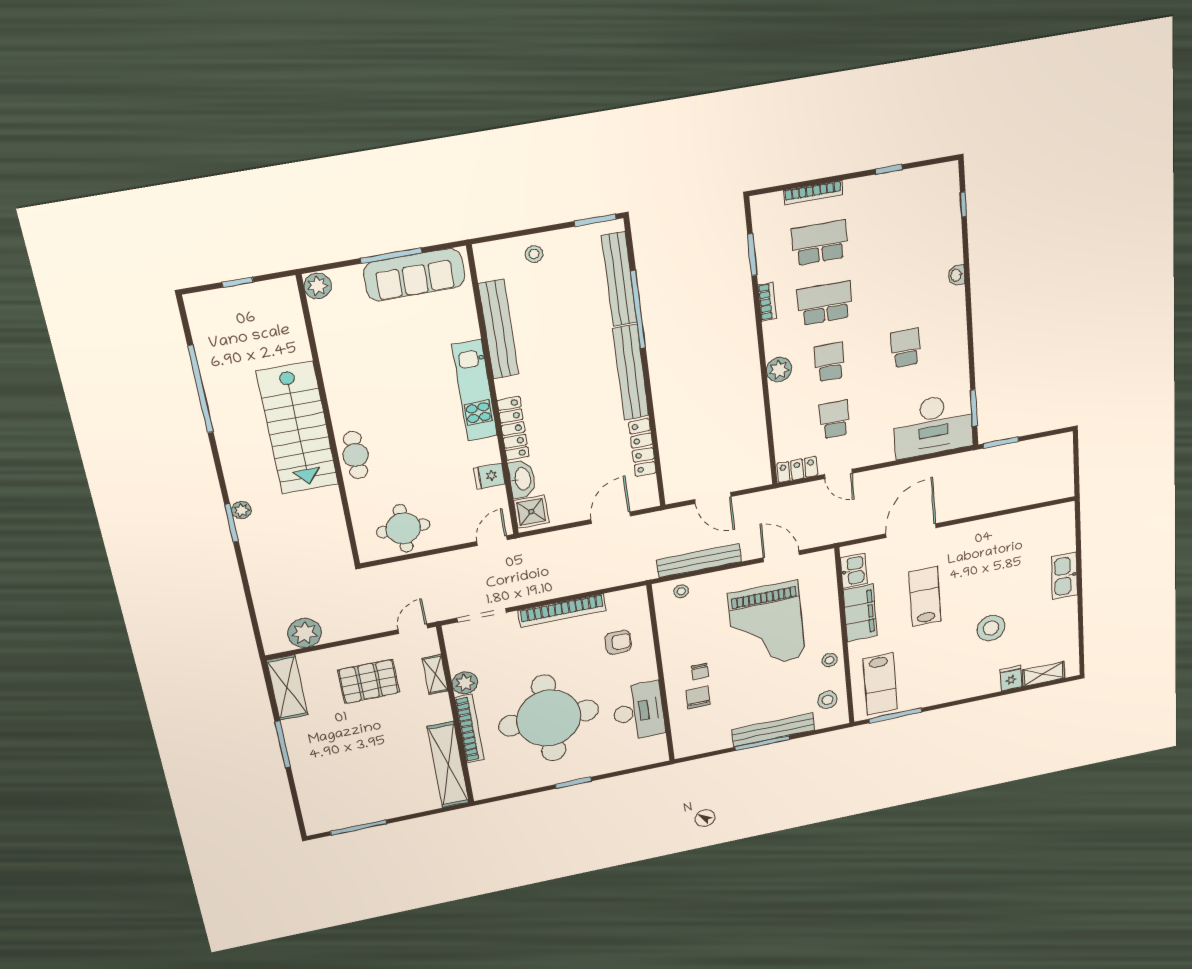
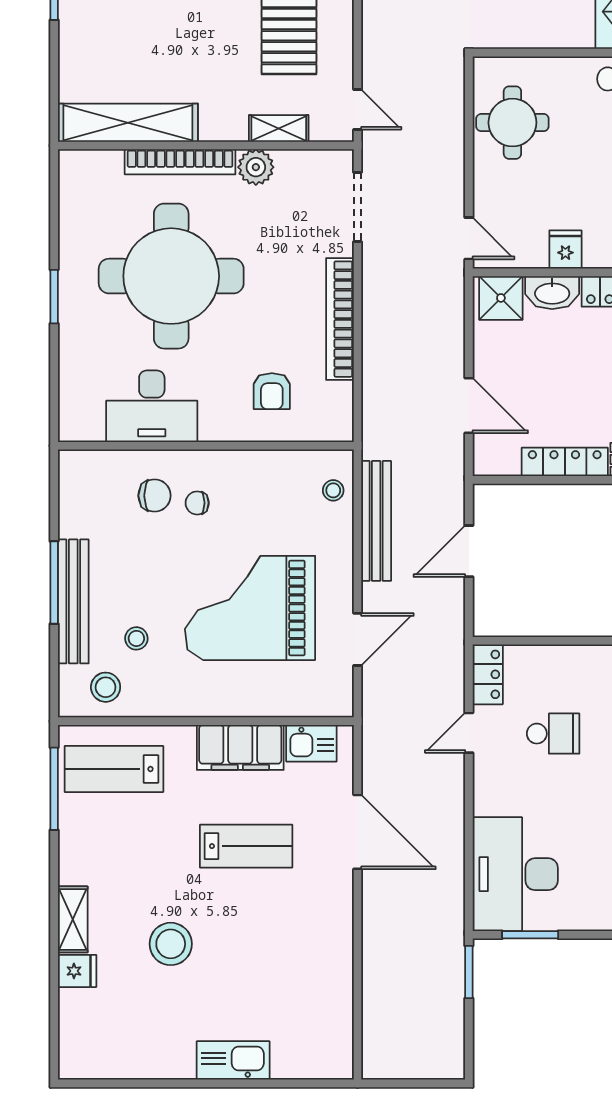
stool: (830, 660) -> (136, 638), moved
shelving: (1044, 674) -> (73, 919), moved

